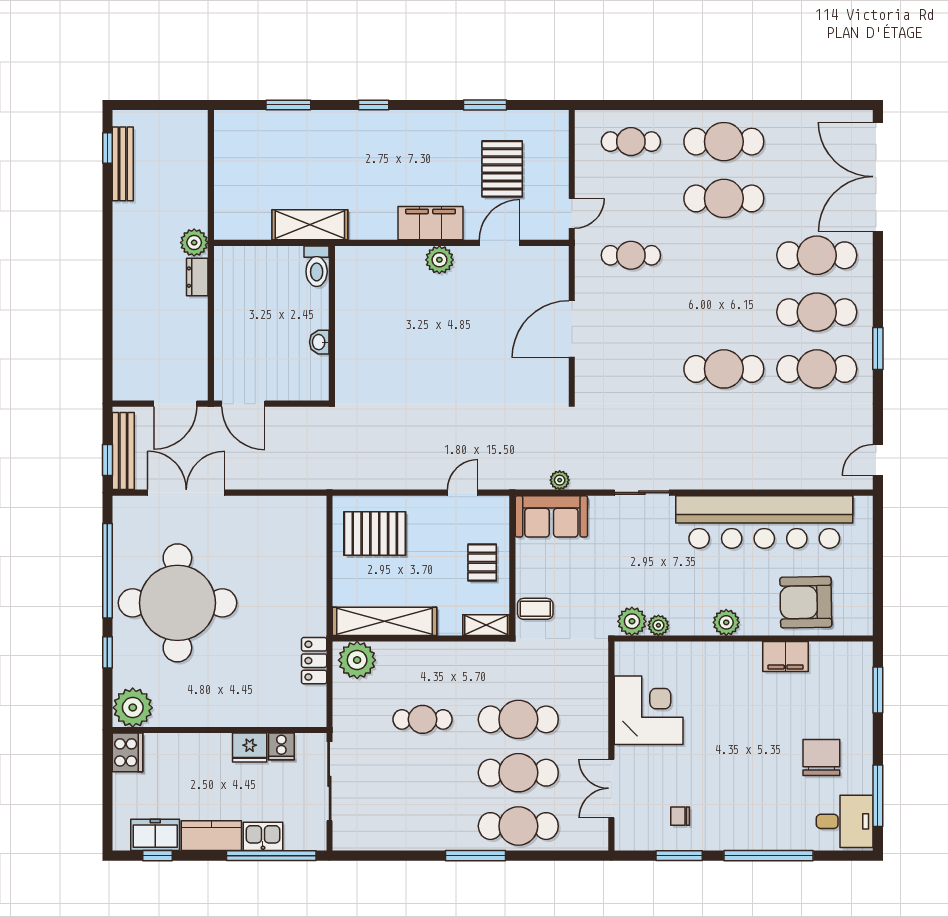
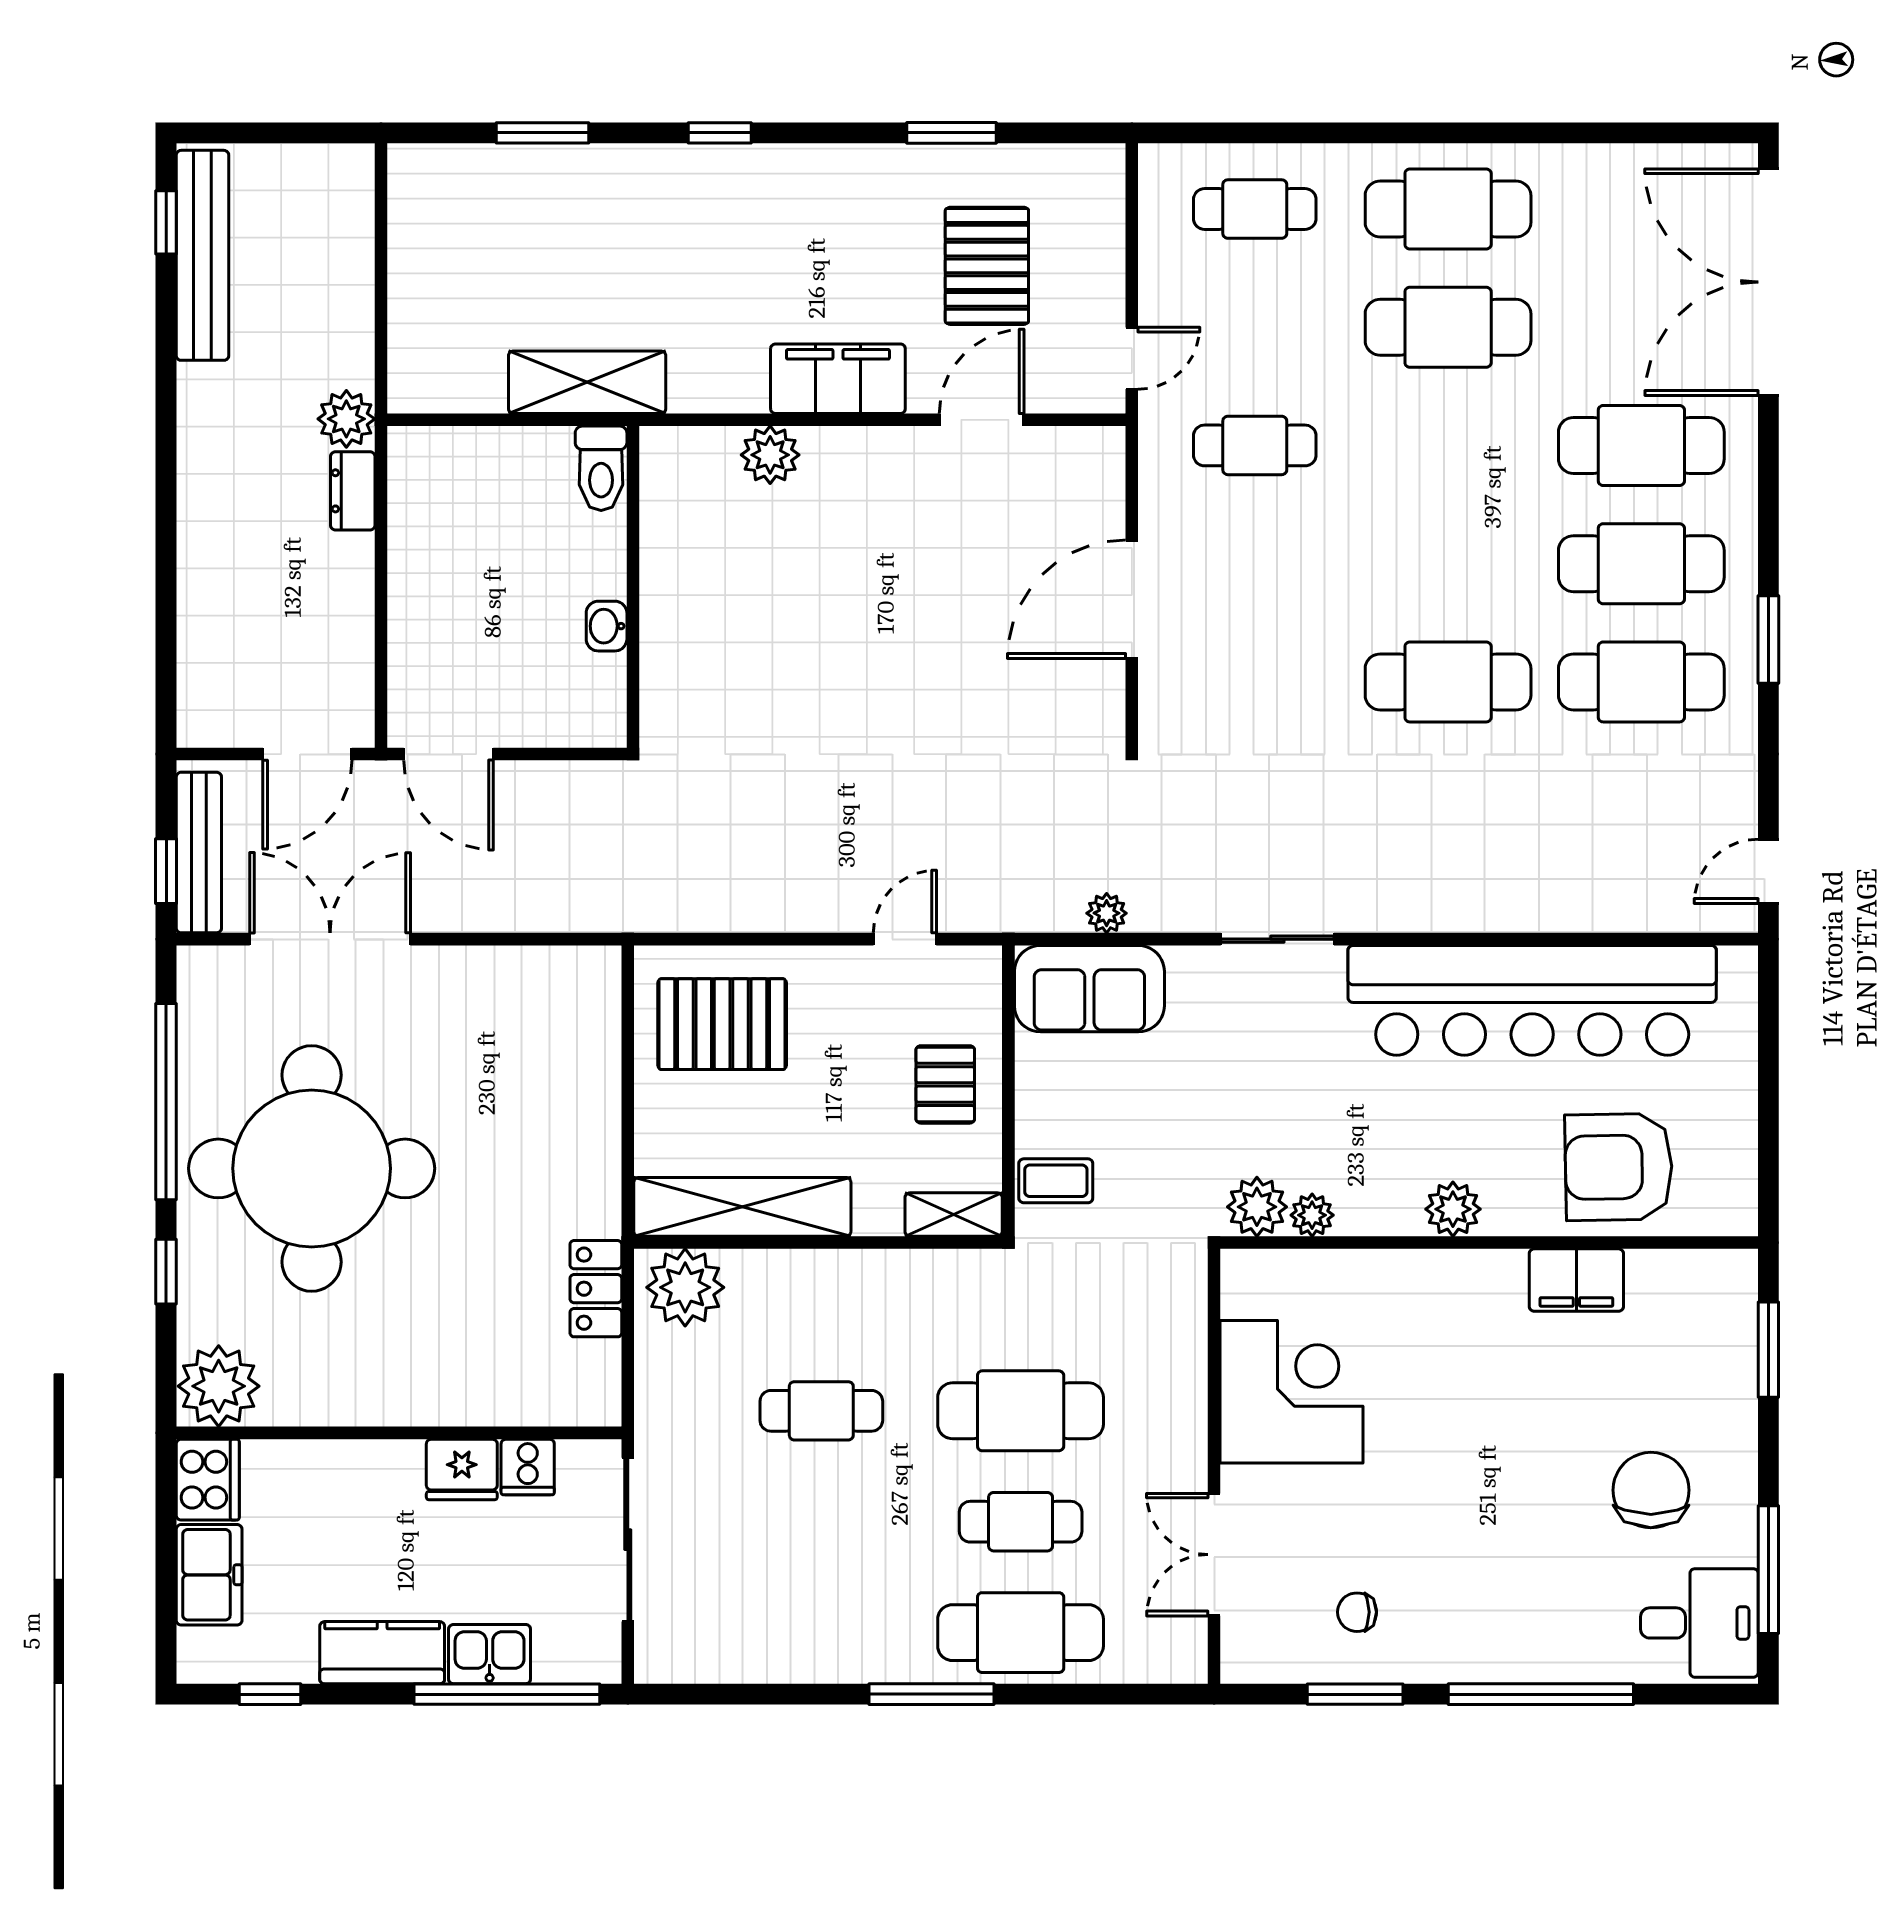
bench: (123, 164) -> (202, 255), width x1.37, depth x1.21
plant: (439, 260) -> (770, 455), moved
cafe table: (518, 773) -> (1021, 1522), width x0.73, depth x0.74
freezer: (155, 835) -> (209, 1575), moved, turned 90

